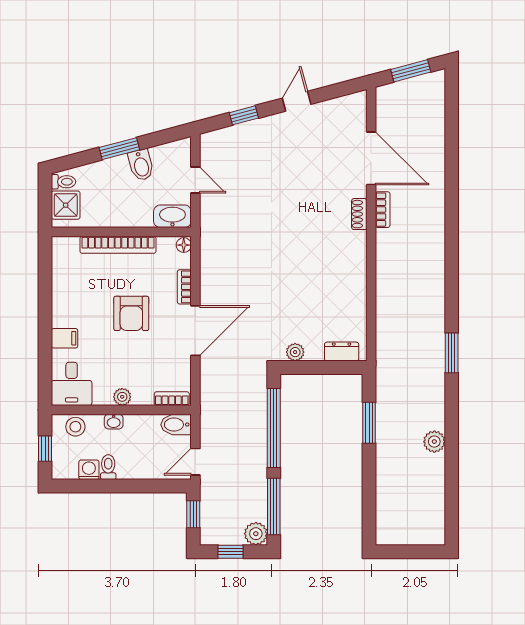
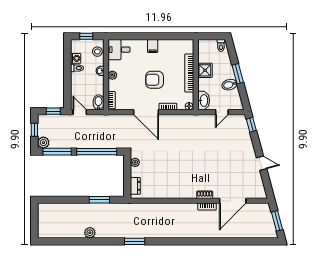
window: (244, 115) -> (251, 125), moved
shower: (66, 205) -> (205, 70), moved
filing cabinet: (65, 338) -> (153, 46), moved

